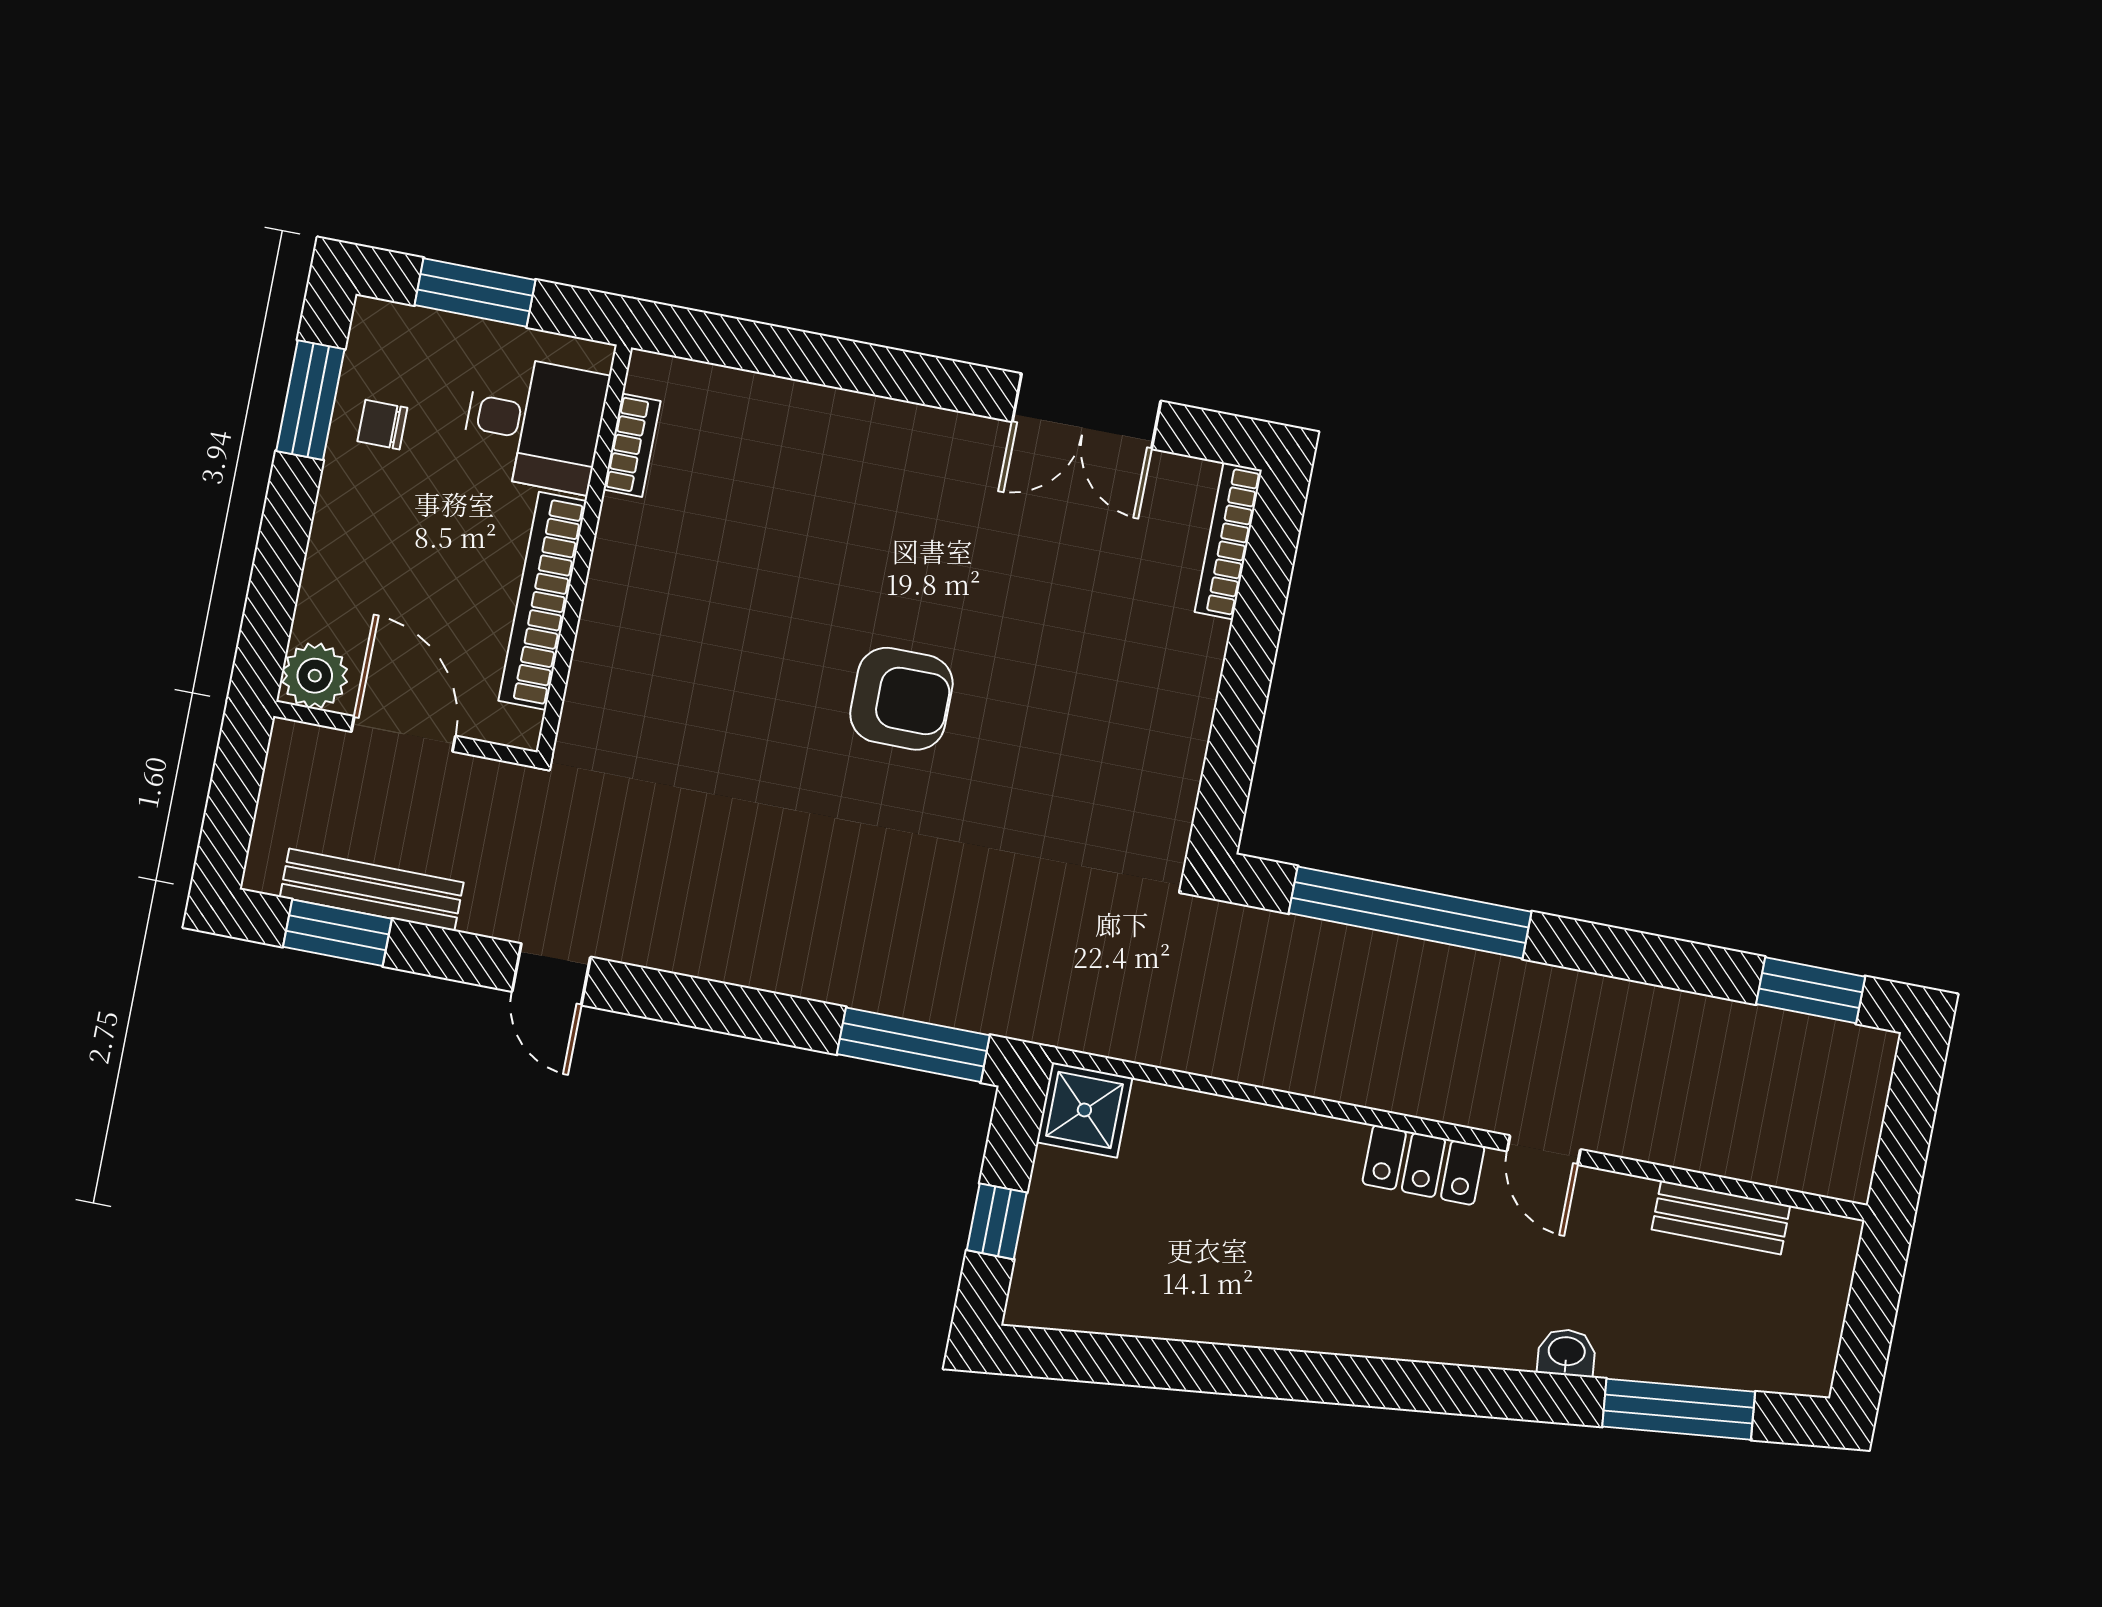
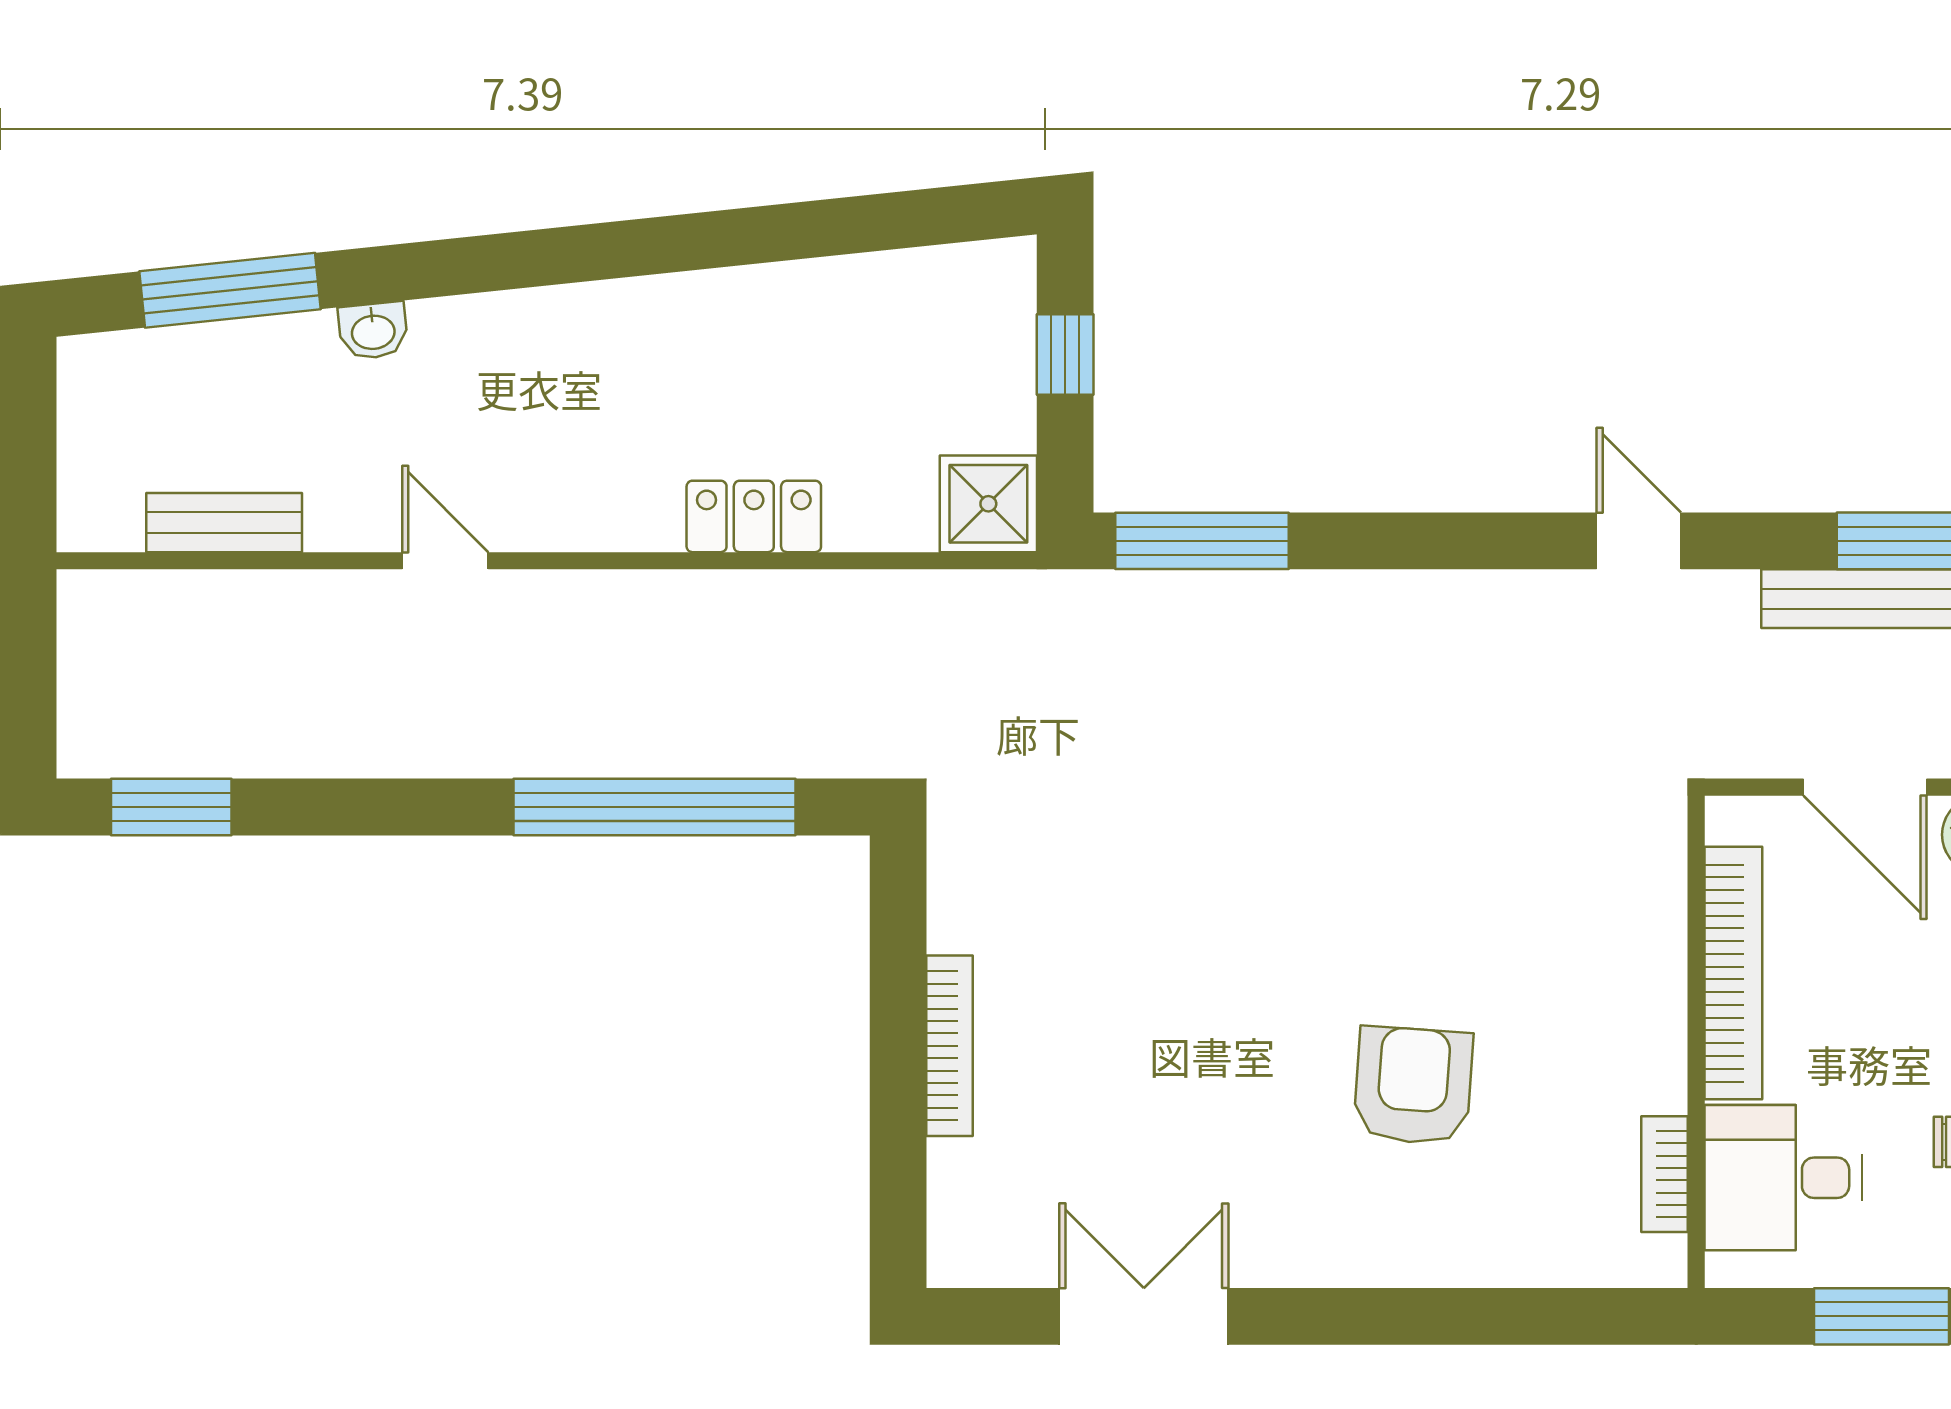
bookcase: (1228, 541) -> (950, 1046), moved
armchair: (901, 699) -> (1413, 1086), moved, turned 94
locker: (1423, 1165) -> (754, 516), moved

